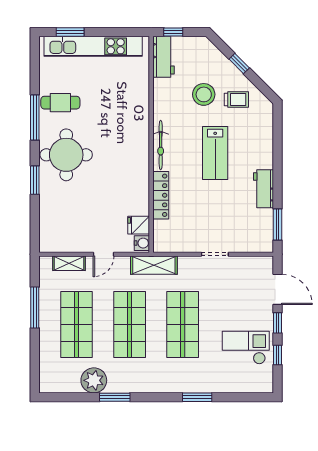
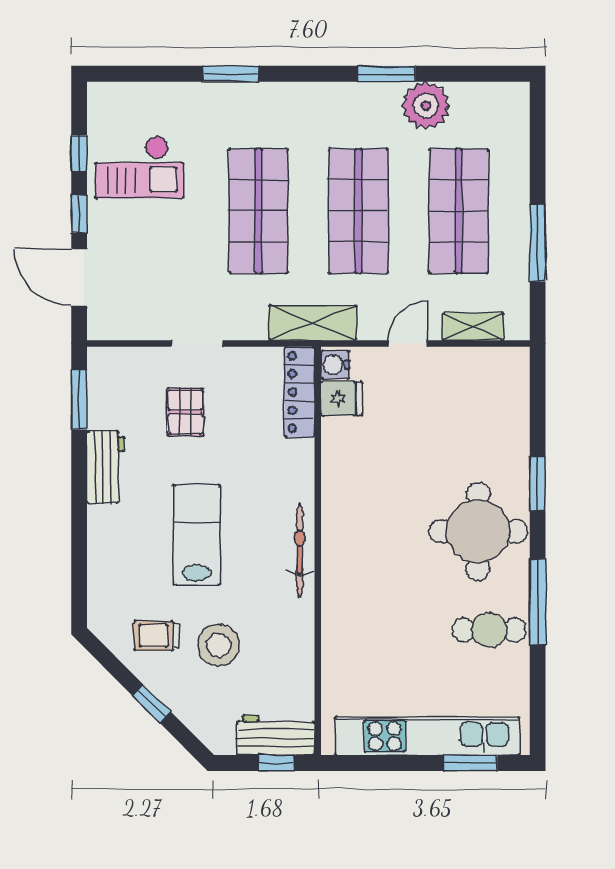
workbench: (163, 57) -> (276, 735), moved, turned 90
locker: (161, 195) -> (300, 392), moved
pallet: (221, 218) -> (185, 412), added

